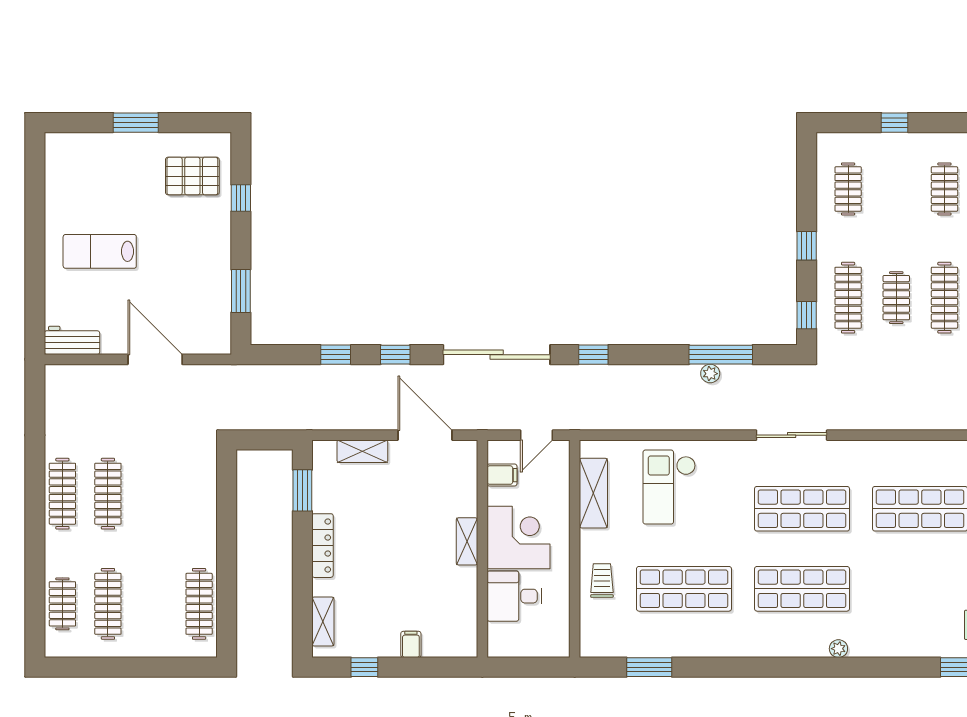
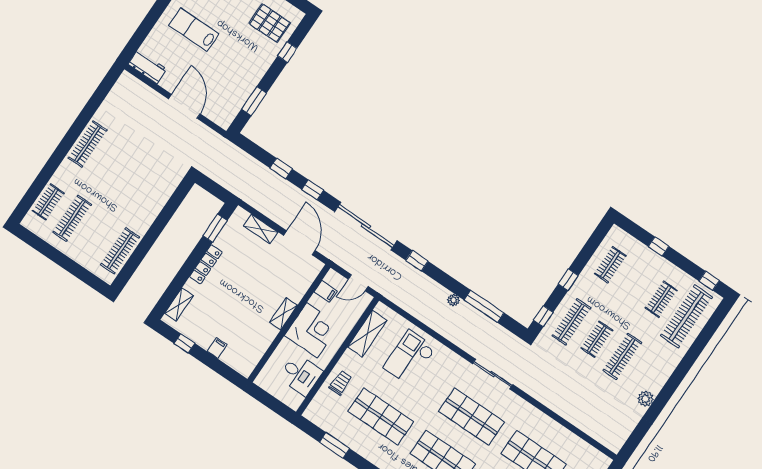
plant: (710, 374) -> (453, 300), moved
clothes rail: (108, 494) -> (112, 160), removed
desk: (514, 596) -> (301, 375), moved, turned 180

